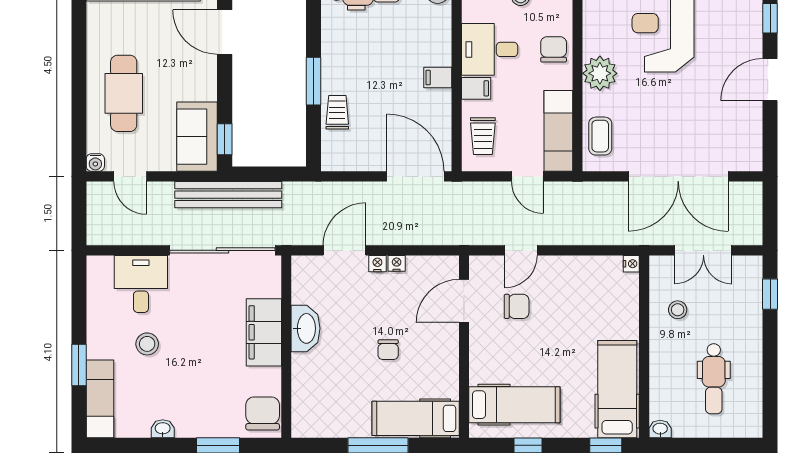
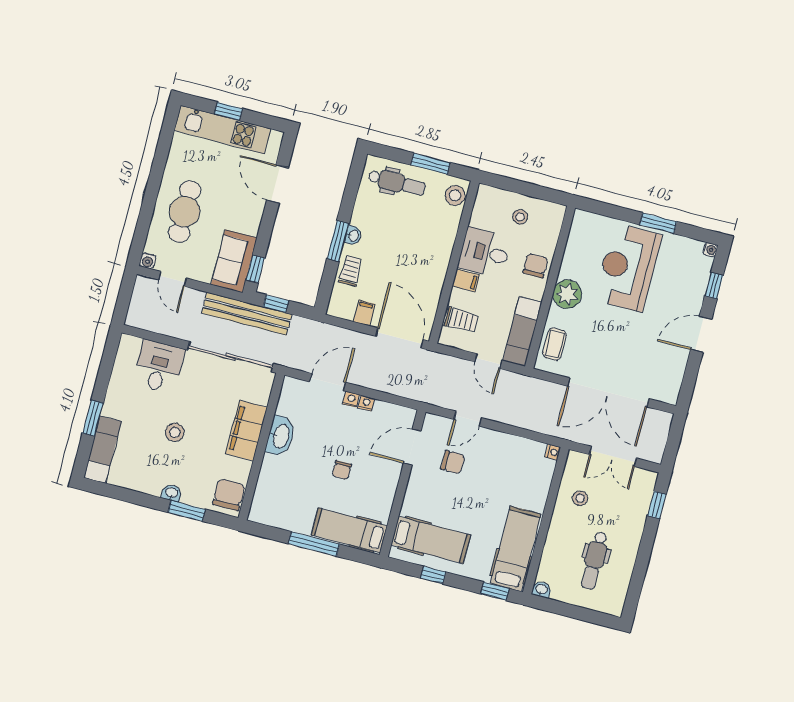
washbasin: (330, 70) -> (353, 235), added
filing cabinet: (438, 78) -> (364, 313), moved, turned 90
trolley: (483, 136) -> (461, 320), turned -90
window: (260, 174) -> (276, 304), added
stool: (147, 344) -> (175, 432), moved
washbasin: (163, 429) -> (172, 493), moved

